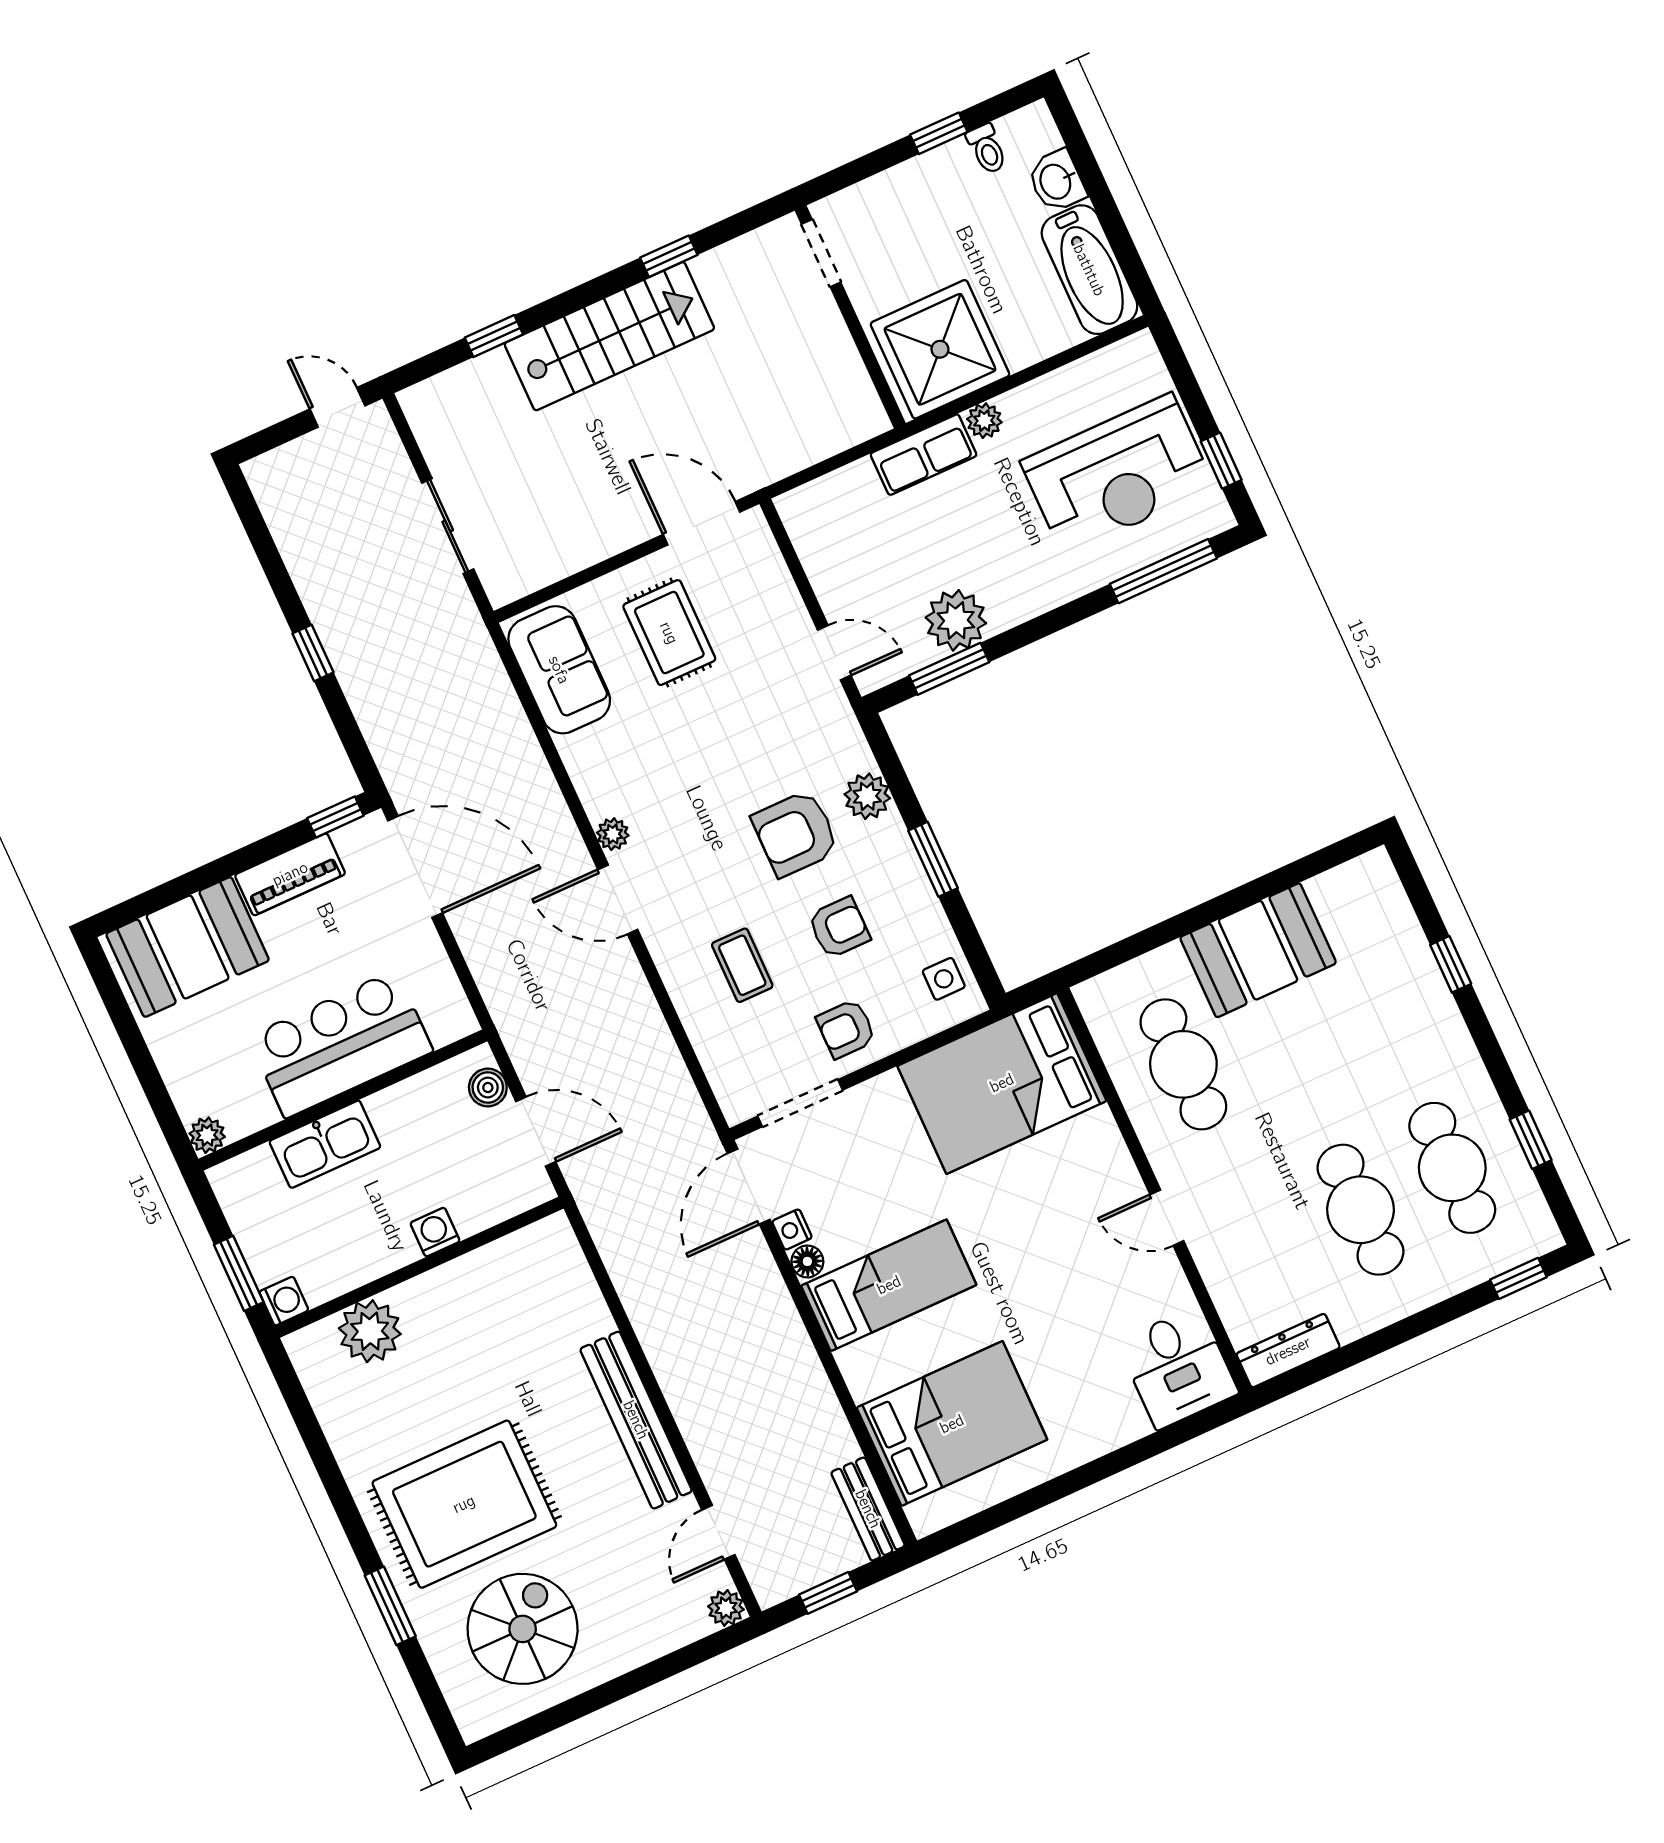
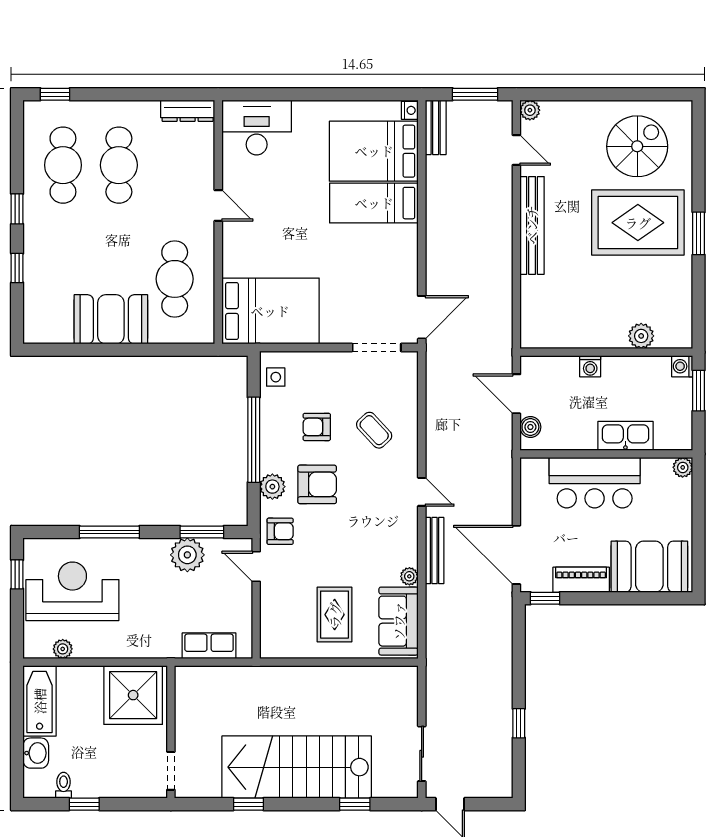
stairs: (609, 336) -> (297, 767), width x1.36, depth x1.51
plant: (984, 421) -> (63, 649), moved
row of seats: (924, 455) -> (209, 646), moved
door: (702, 523) -> (293, 662), removed
sliding door: (448, 526) -> (422, 754), moved
window: (1163, 571) -> (109, 532), moved
window: (313, 653) -> (519, 723), moved
bench: (553, 813) -> (435, 551), added
plant: (613, 834) -> (409, 576), moved
window: (933, 859) -> (254, 440), width x2.11
door: (618, 899) -> (422, 492), width x0.73
coffee table: (742, 965) -> (374, 430), turned -43
armchair: (846, 1029) -> (280, 531), moved
window: (1531, 1140) -> (17, 209), moved
nightstand: (792, 1229) -> (410, 110), moved
floor lamp: (807, 1261) -> (409, 266), removed
bed: (889, 1285) -> (374, 203), moved
plant: (370, 1331) -> (641, 336), width x0.73, depth x0.73
desk: (1178, 1368) -> (257, 128), width x1.37
door: (718, 1532) -> (516, 150), hinge flipped
window: (828, 1593) -> (475, 94), width x1.50
window: (390, 1606) -> (699, 233), moved
spiral stairs: (523, 1629) -> (637, 146), turned 180

